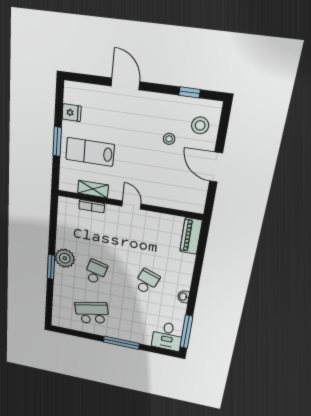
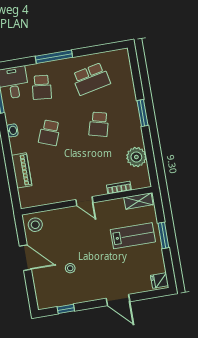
fridge: (72, 113) -> (159, 281), moved
stool: (200, 125) -> (35, 225), moved
shelving: (93, 189) -> (138, 201), moved
piano: (191, 236) -> (22, 170), moved
plant: (65, 258) -> (136, 157), moved
school desk: (141, 323) -> (42, 87), added

